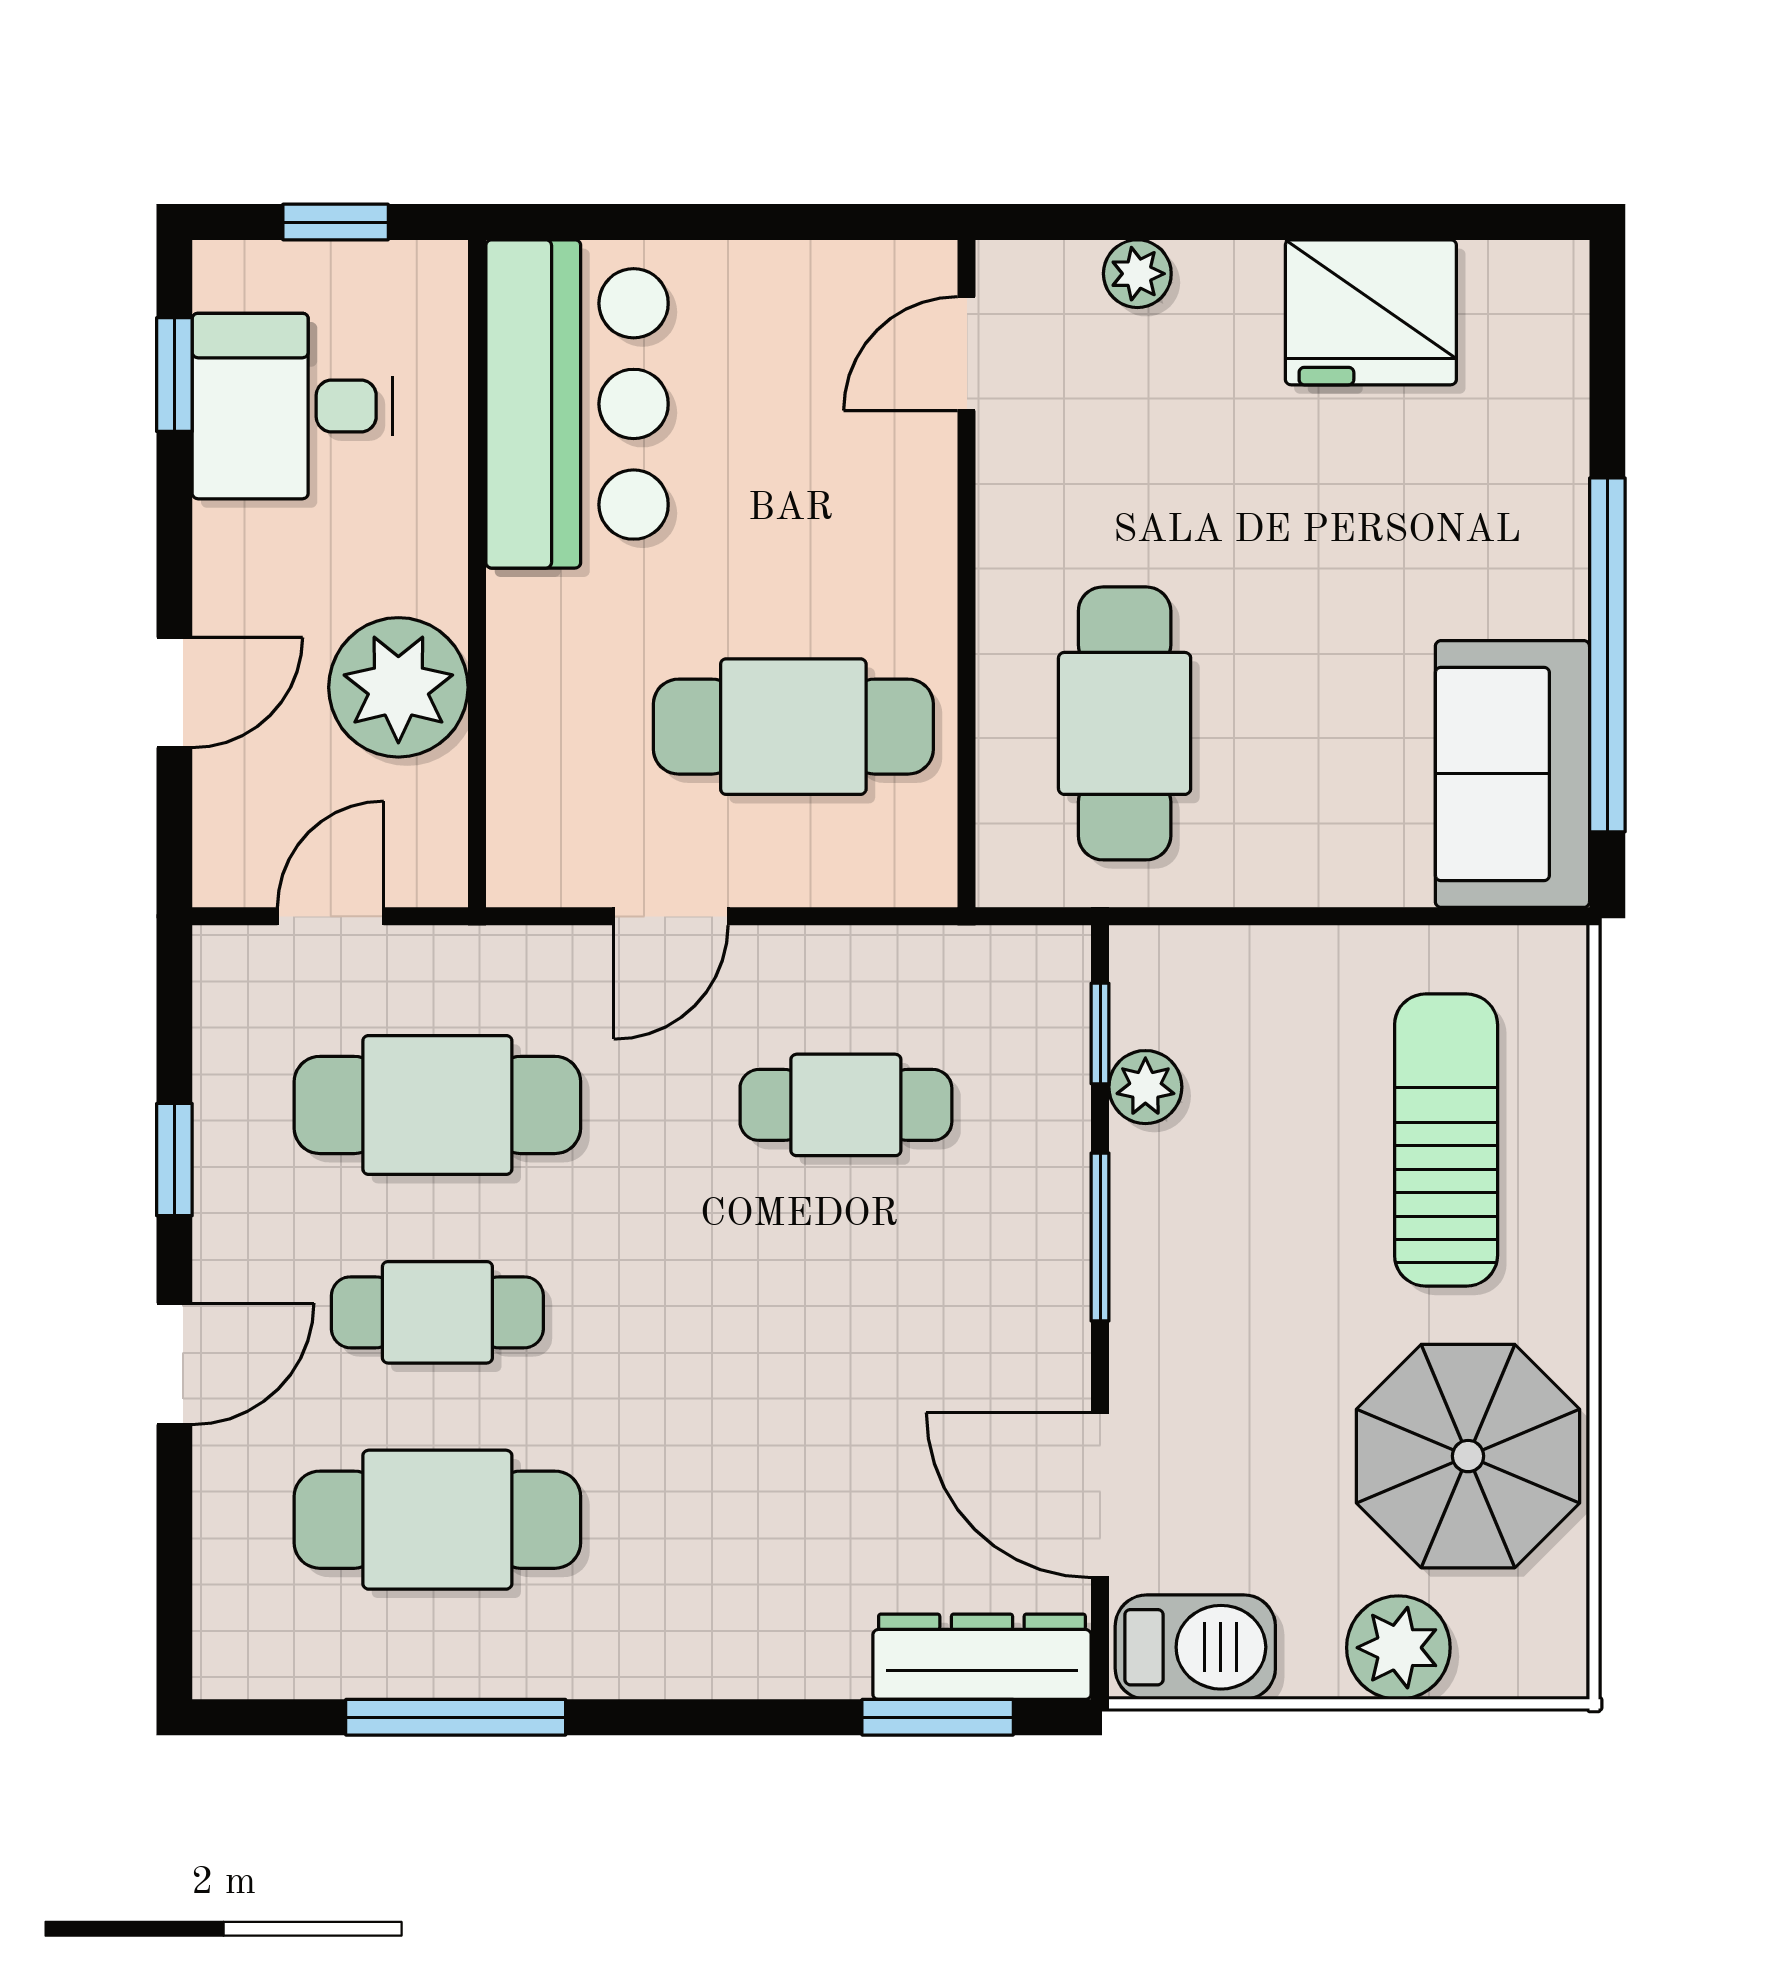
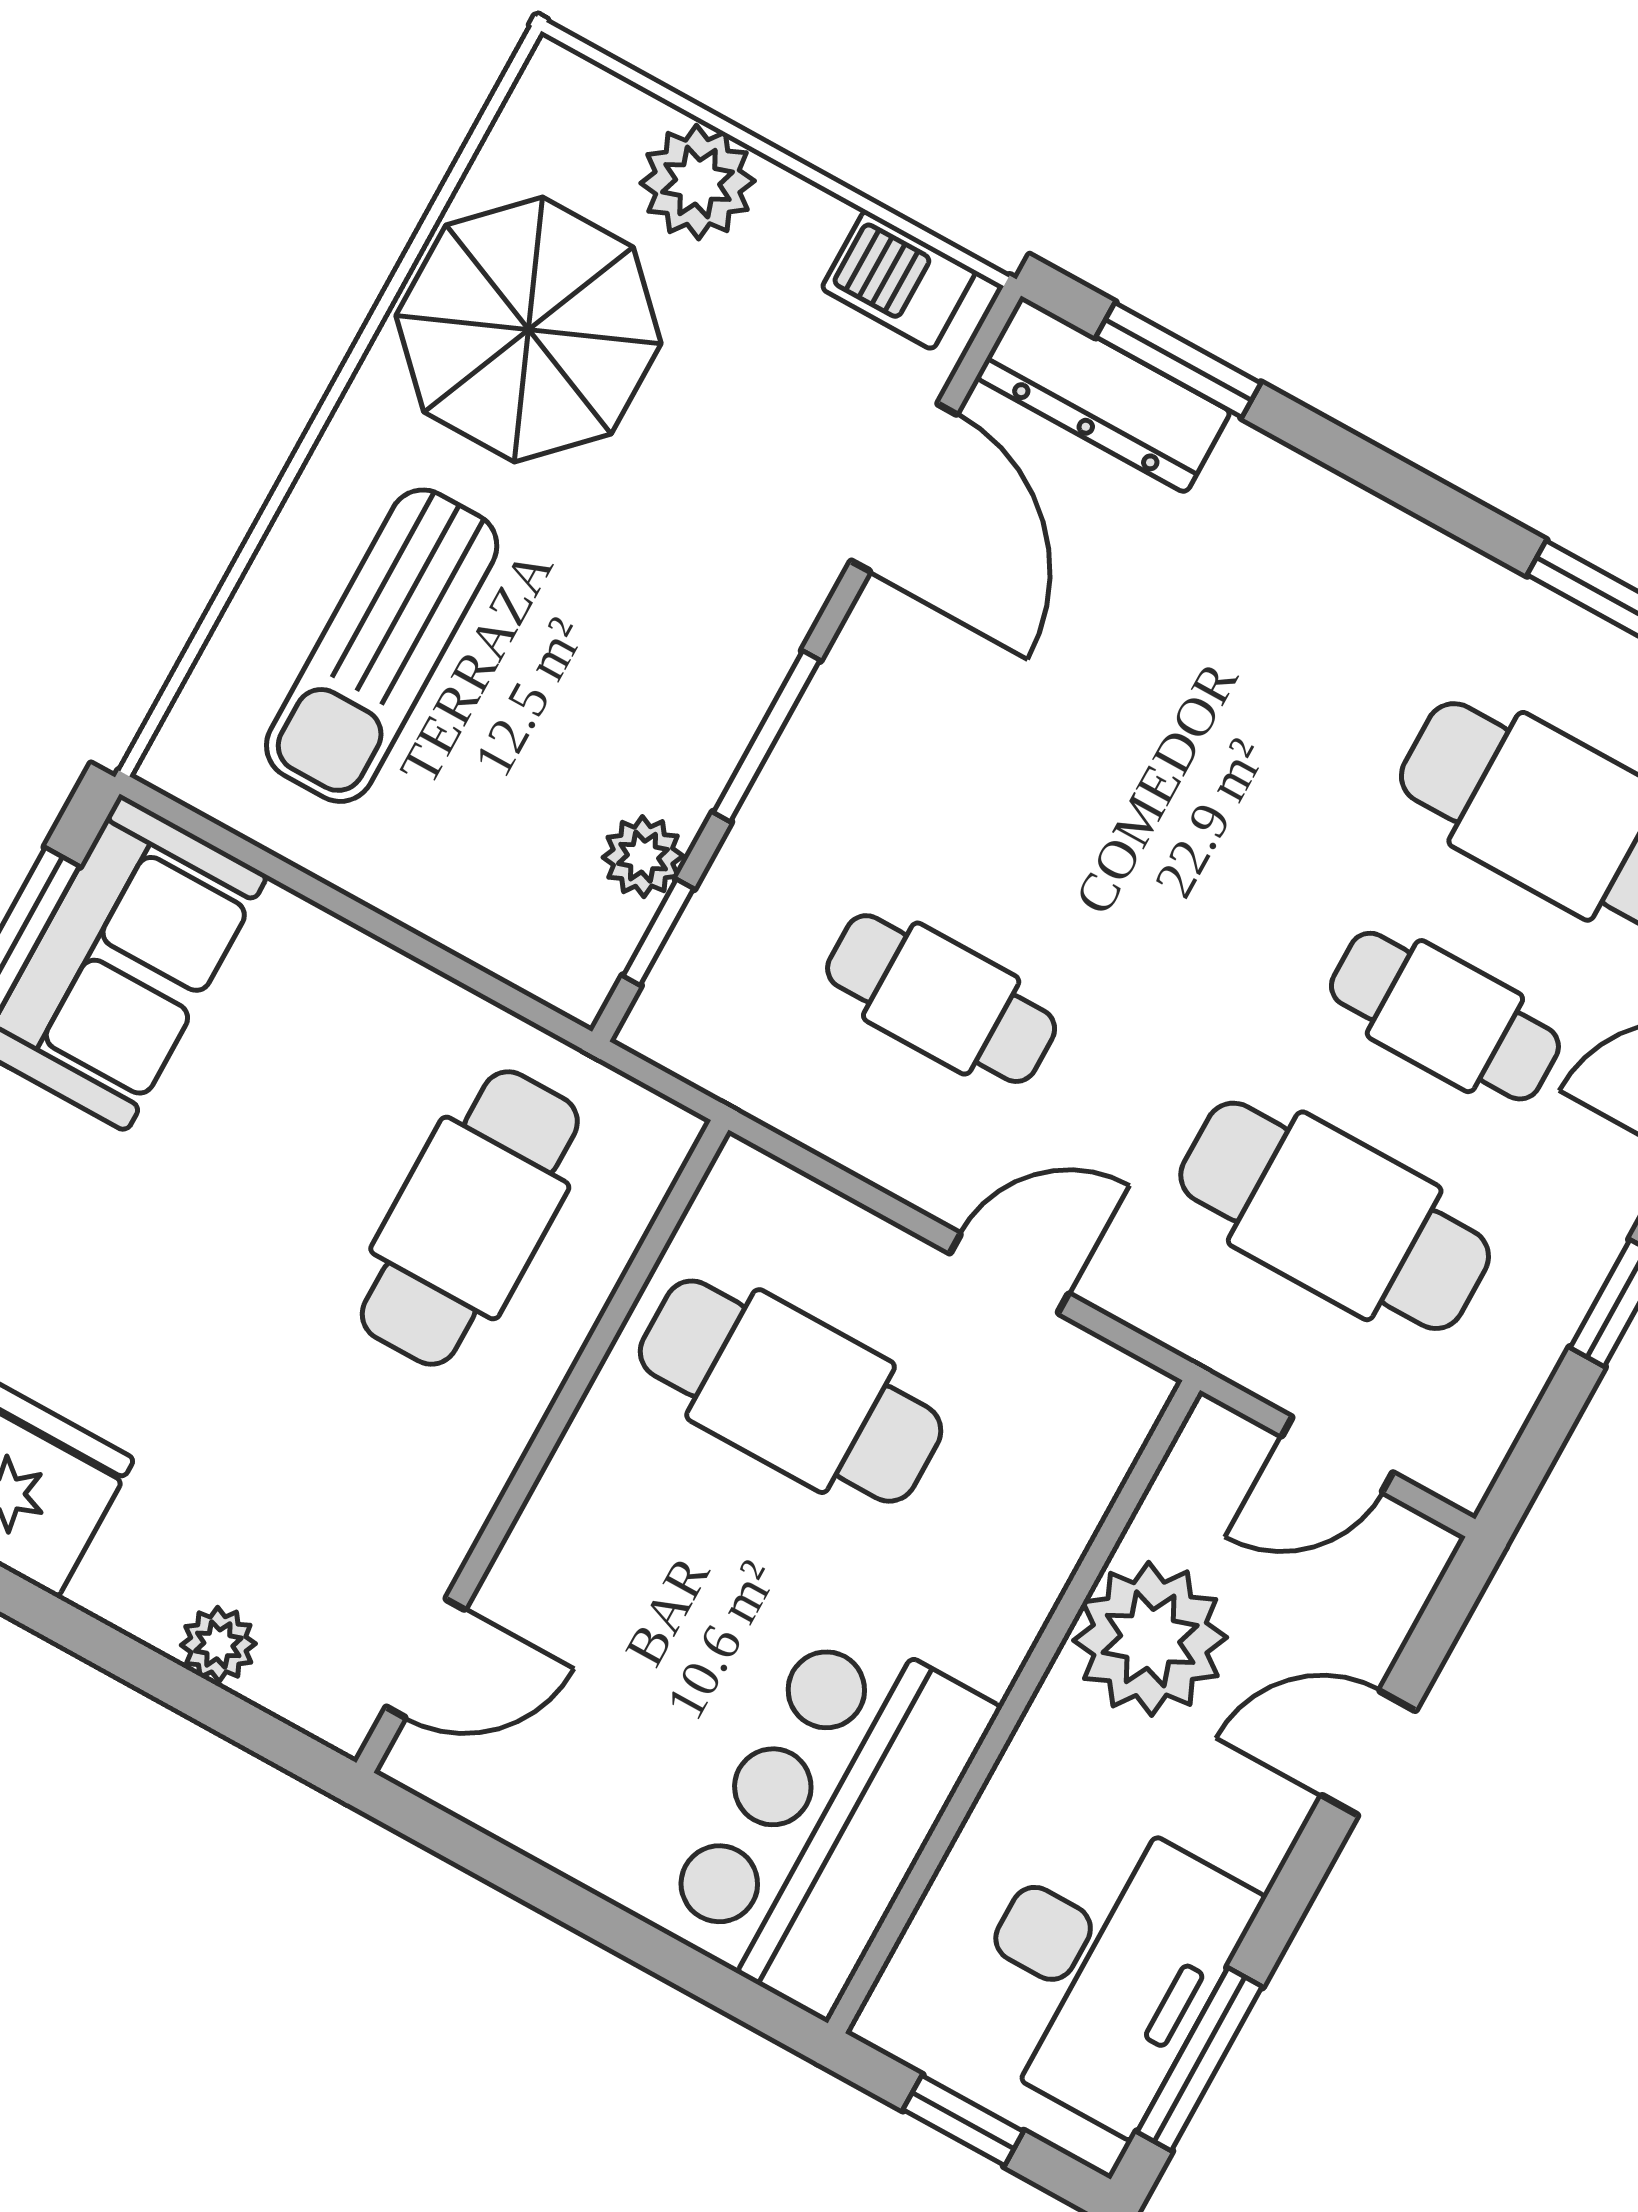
window: (174, 375) -> (1200, 2059), width x1.50
desk: (292, 406) -> (1103, 1966), width x1.37
barbecue: (1195, 1647) -> (899, 280), width x0.73, depth x0.79

